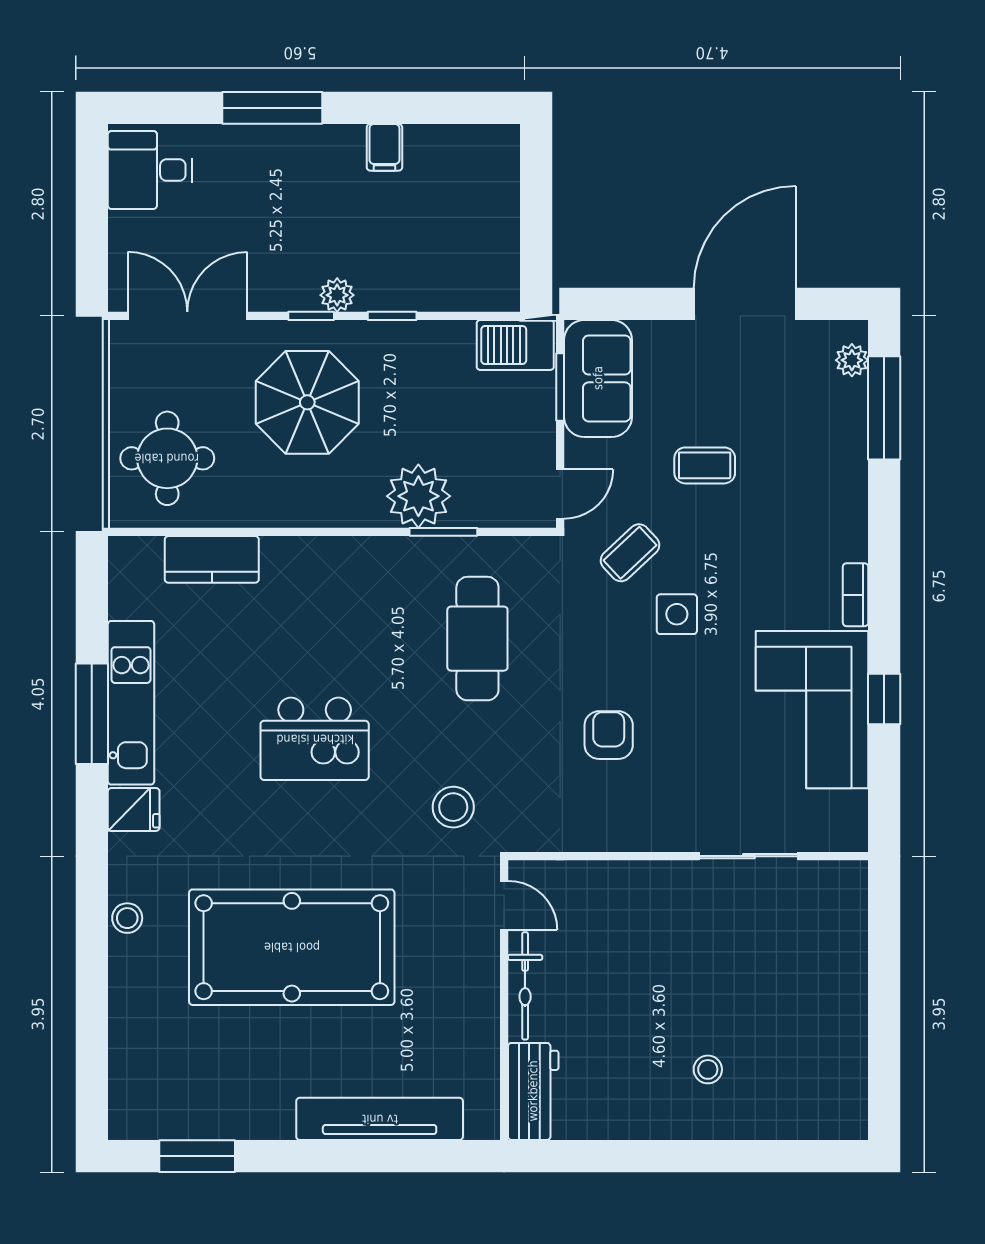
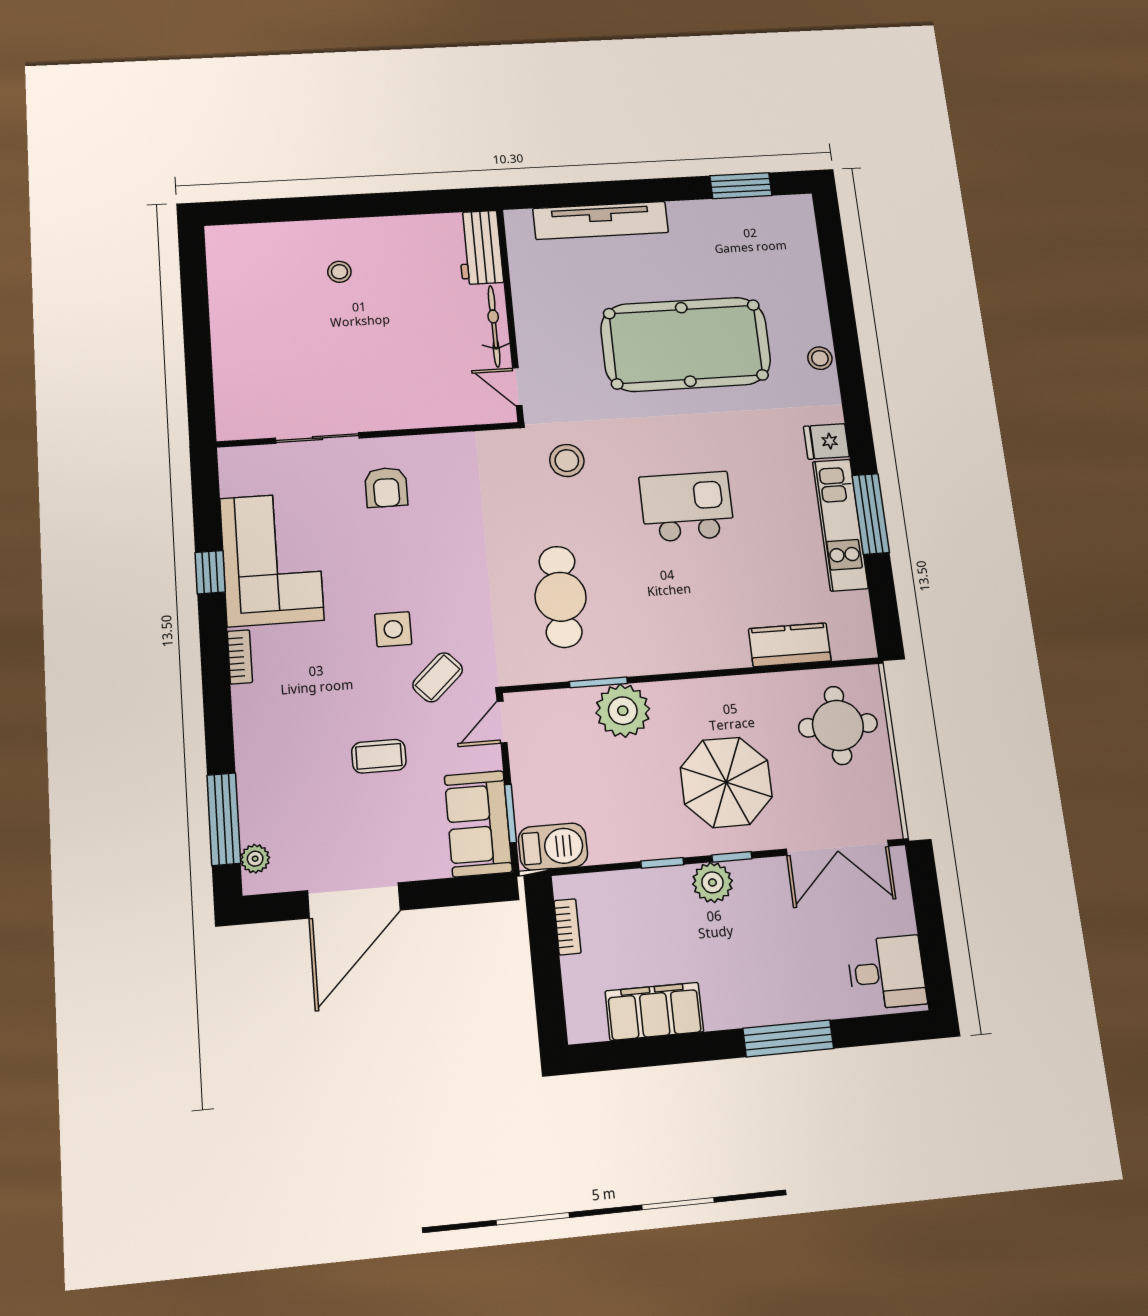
filing cabinet: (384, 147) -> (654, 1011), width x3.00, depth x1.17
bookcase: (508, 253) -> (567, 927), added
plant: (337, 295) -> (712, 882), width x1.38, depth x1.38
armchair: (609, 735) -> (386, 487), moved

